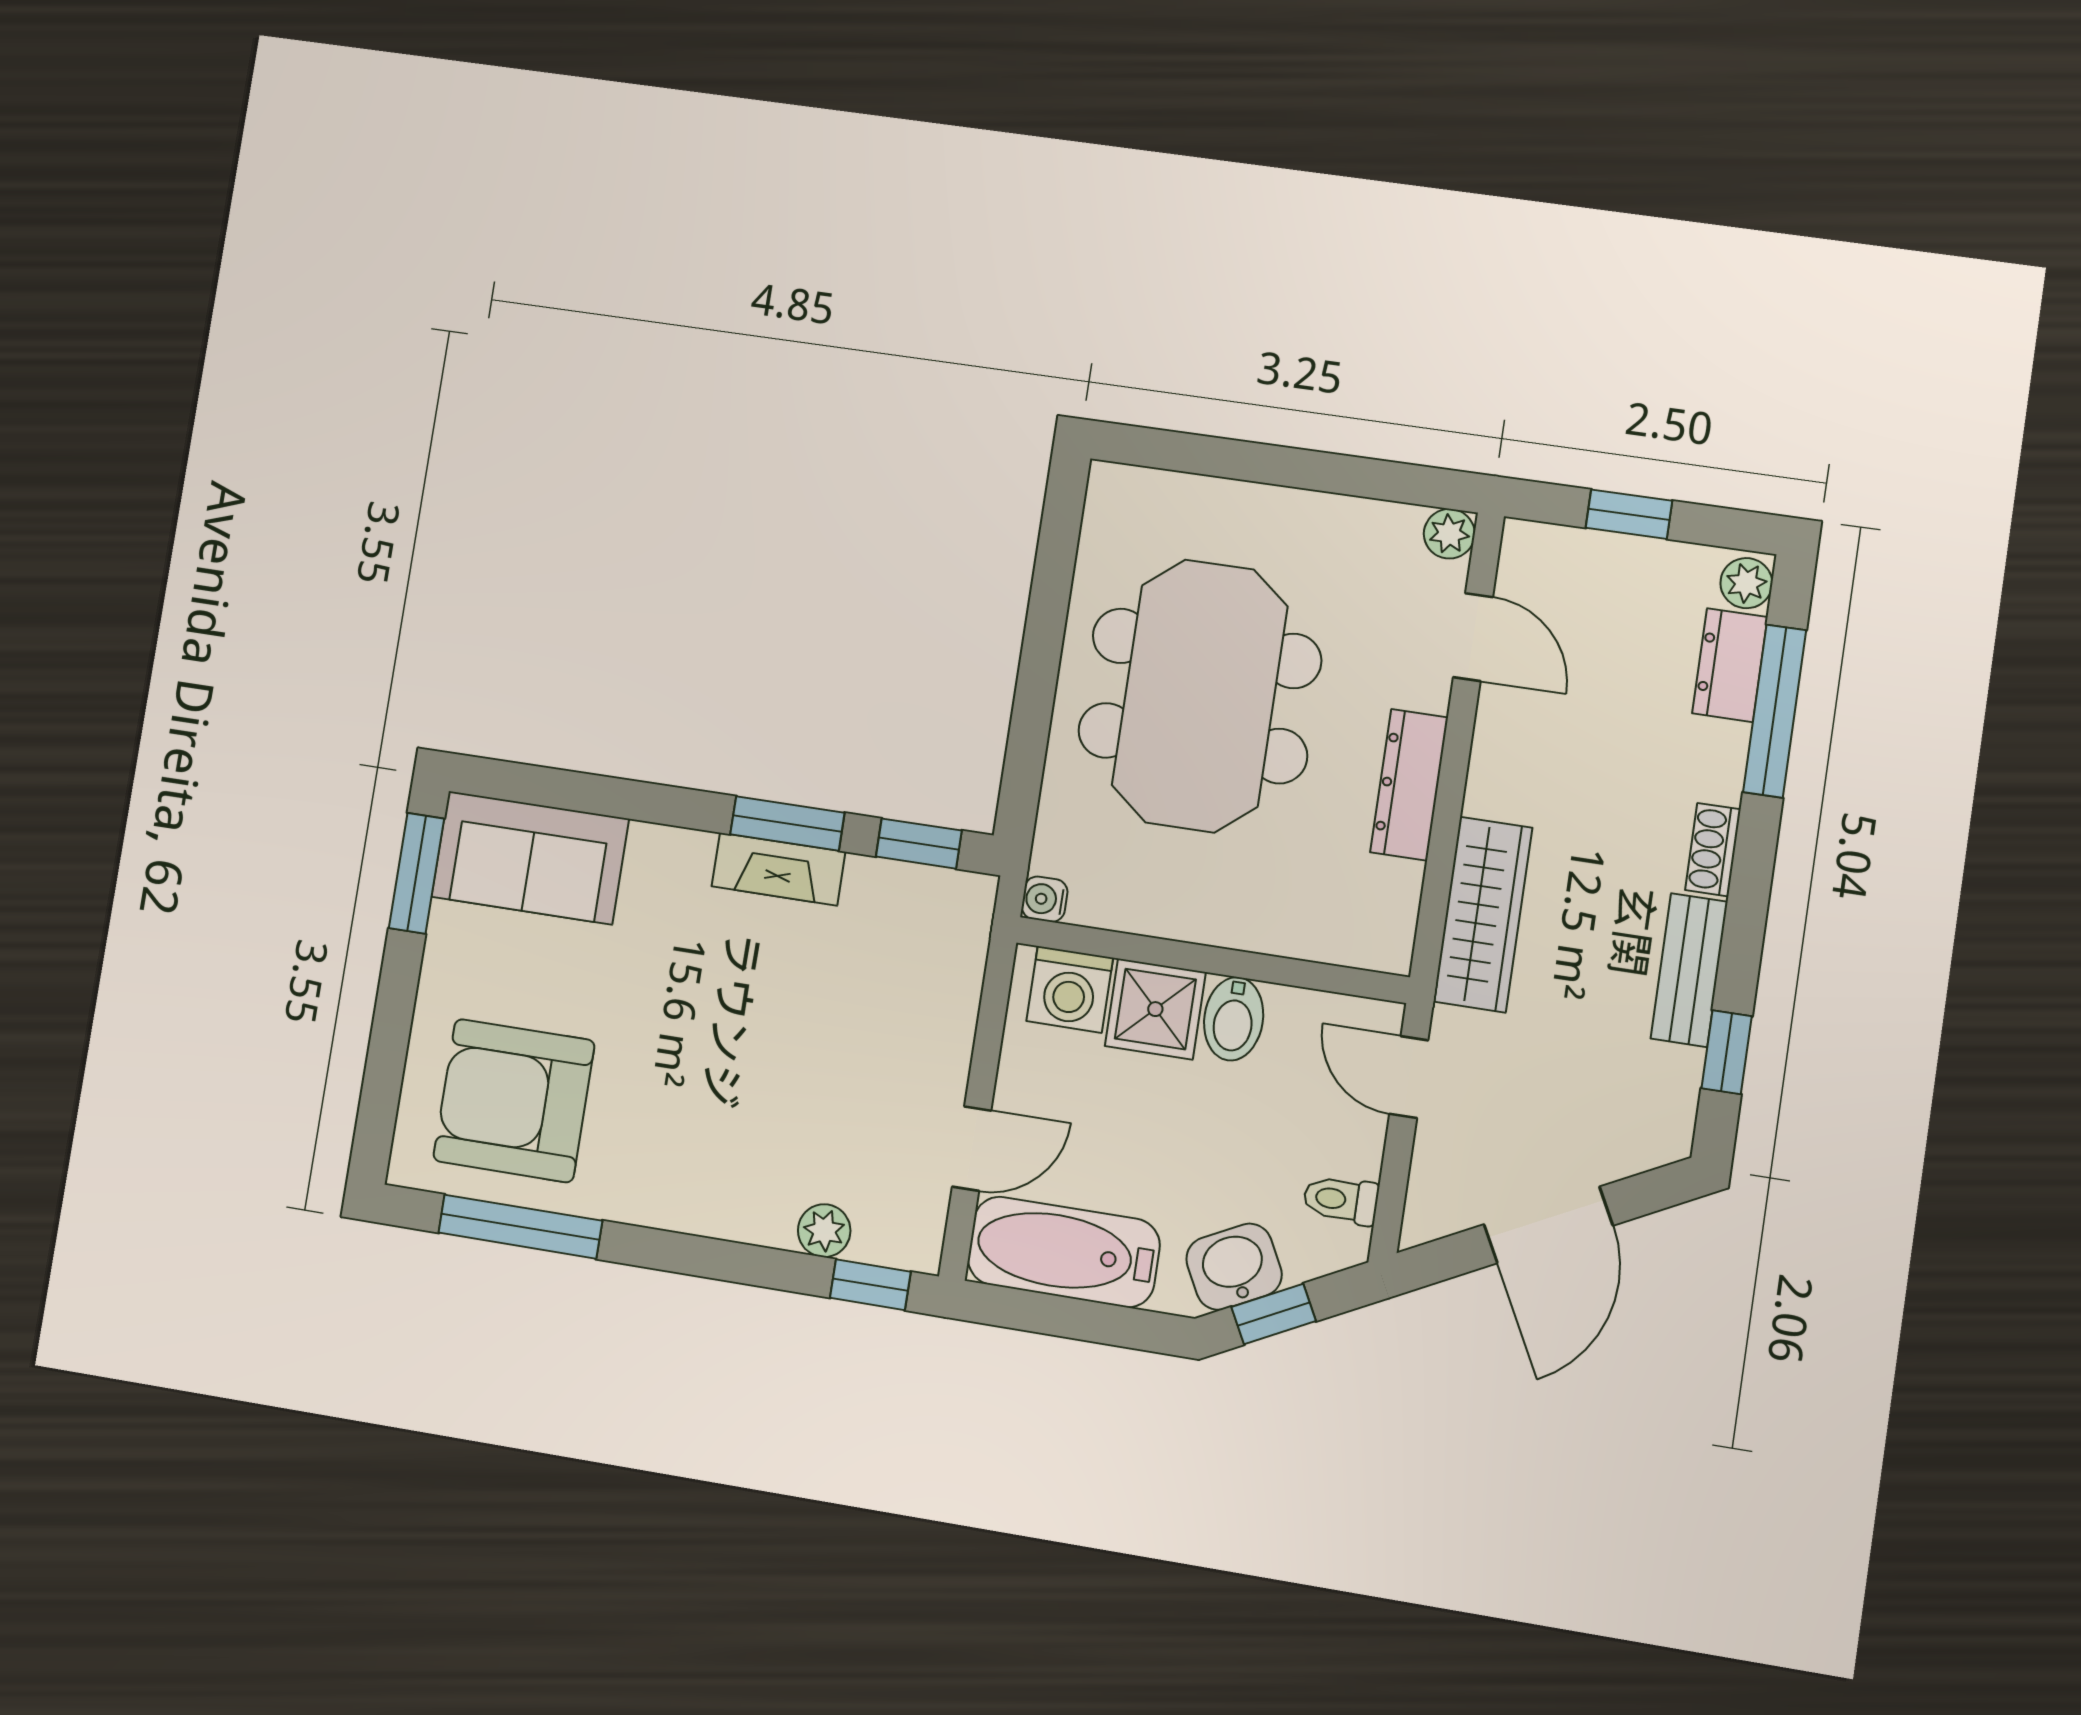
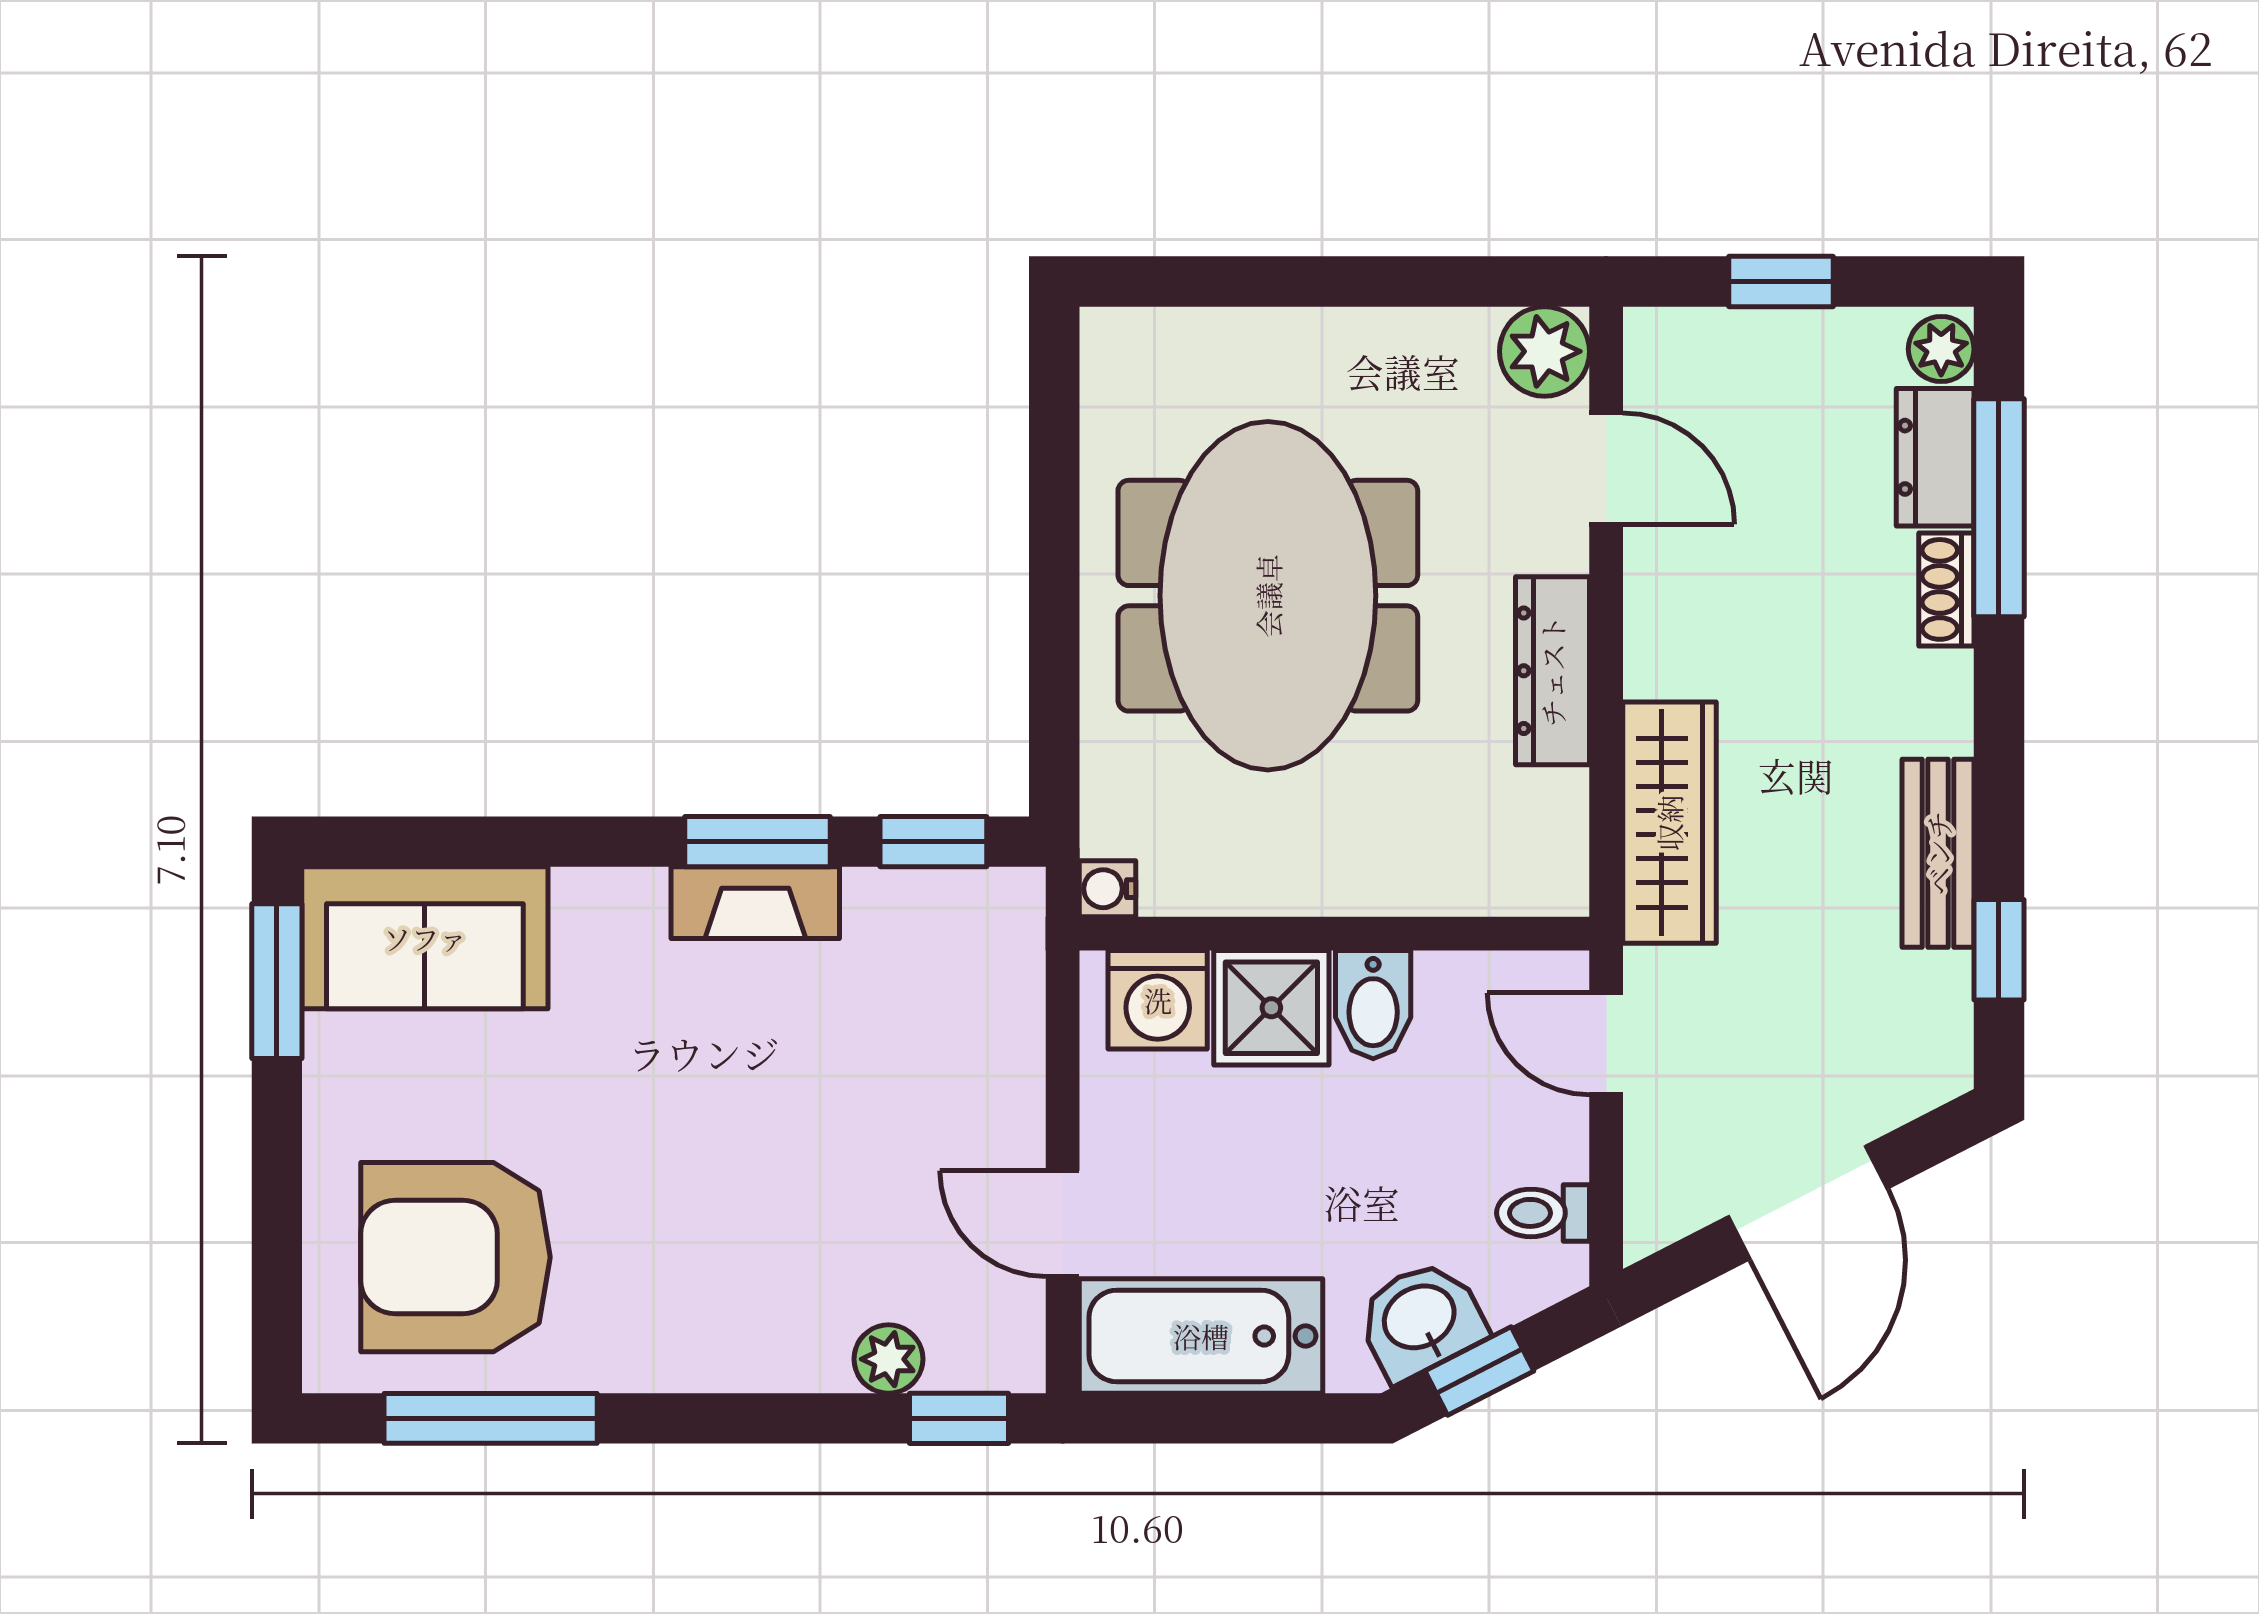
plant: (1449, 534) -> (1544, 351), width x1.38, depth x1.38
shoe rack: (1713, 850) -> (1946, 589), moved
door: (972, 1149) -> (1063, 1224), swing flipped

